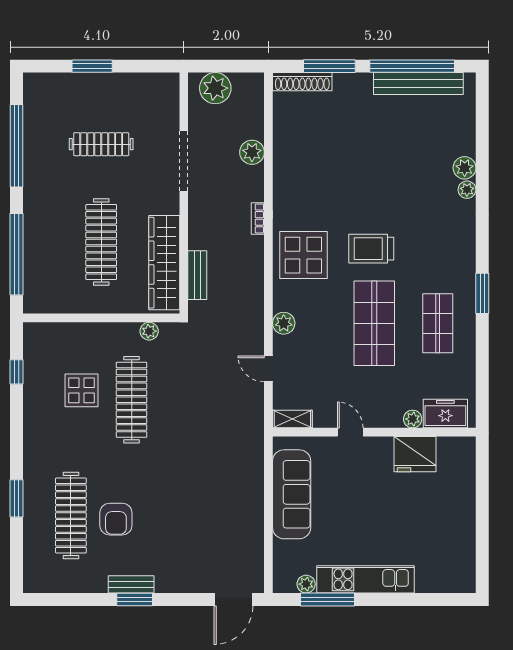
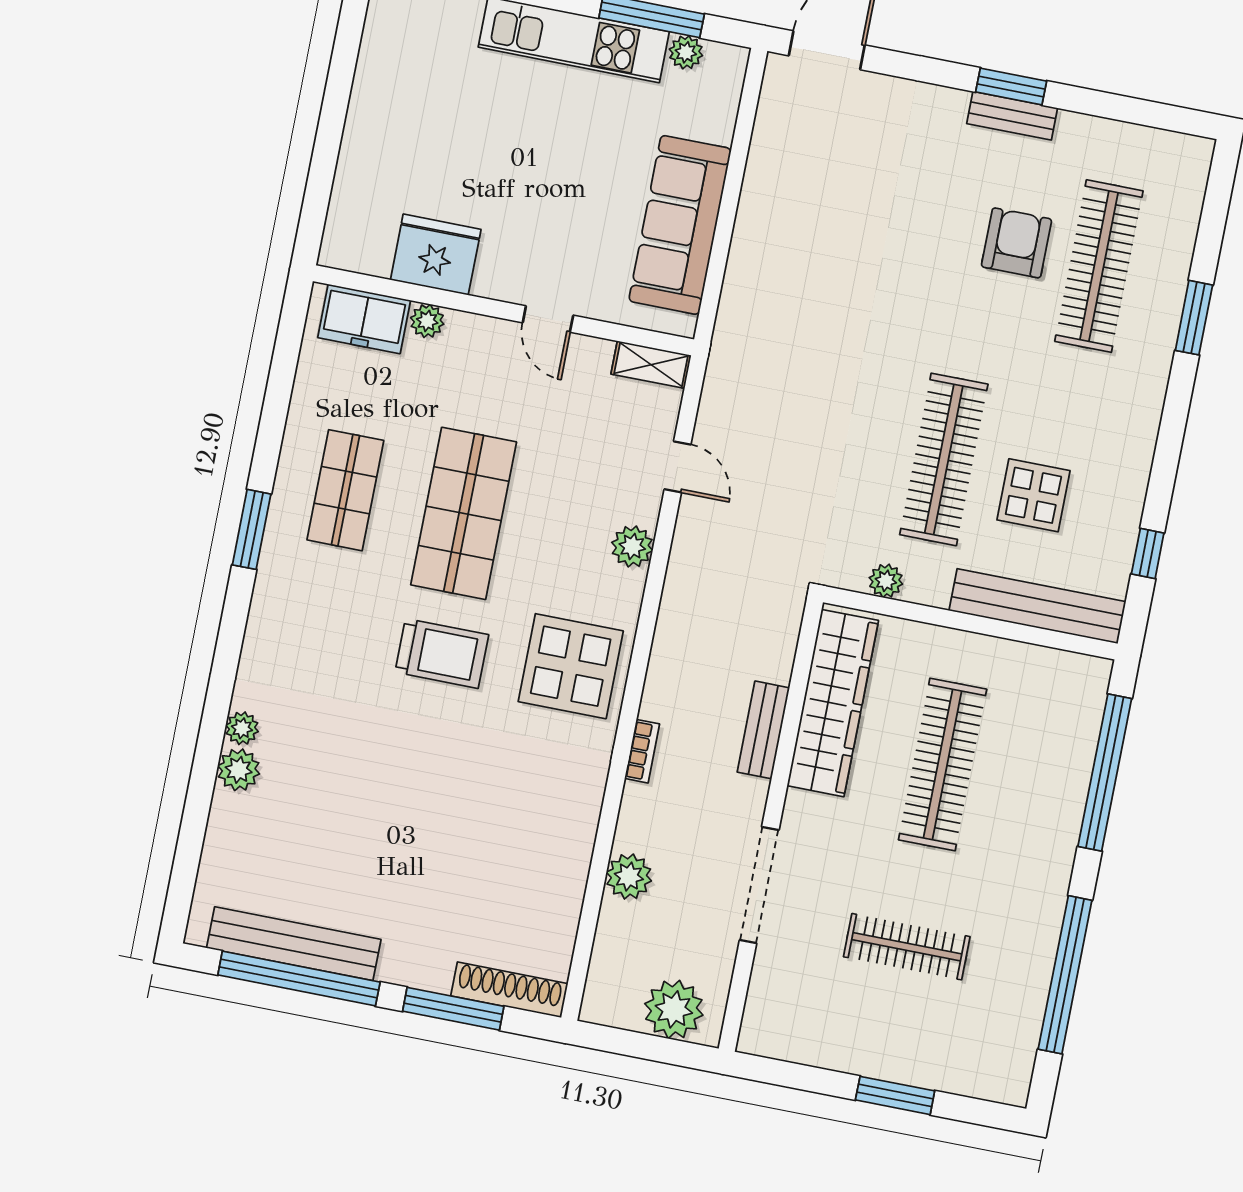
bench: (197, 275) -> (763, 730), moved
bench: (68, 333) -> (1037, 606), added

